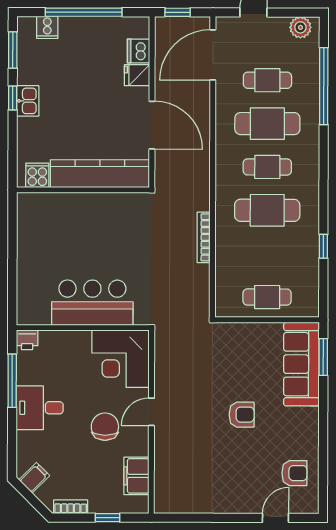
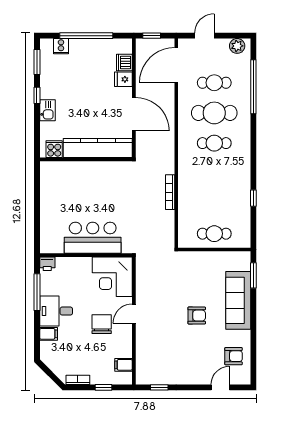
kitchen sink: (28, 101) -> (47, 110), moved
cafe table: (267, 210) -> (214, 173), removed
sofa: (301, 364) -> (238, 300), moved
filing cabinet: (136, 476) -> (124, 365), width x0.50
filing cabinet: (34, 478) -> (49, 334), moved, turned 45
window: (188, 518) -> (159, 387), added

